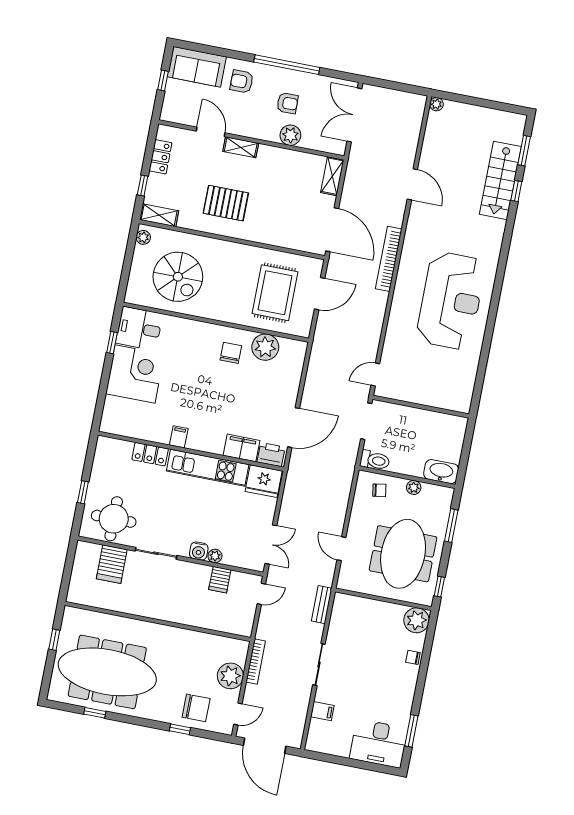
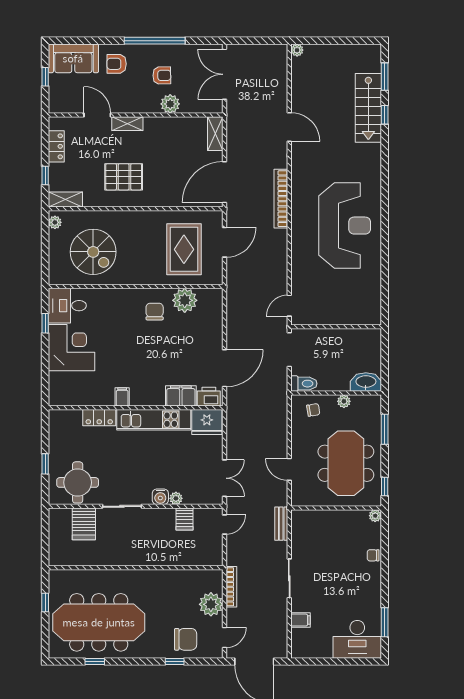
door: (332, 230) -> (225, 182), swing flipped
plant: (416, 620) -> (375, 516), width x0.53, depth x0.53

